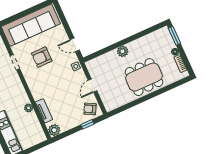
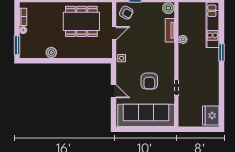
door: (75, 45) -> (114, 91), moved
plant: (123, 51) -> (51, 53), moved
armchair: (42, 57) -> (149, 81), turned 90
dining table: (144, 77) -> (81, 21), moved

